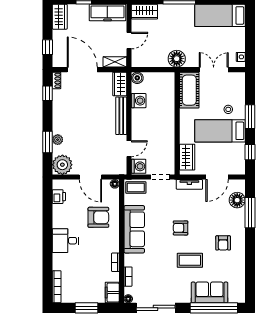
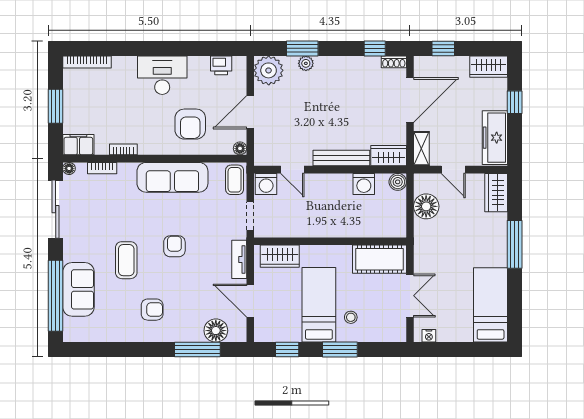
floor lamp: (177, 59) -> (426, 206), moved
desk: (66, 241) -> (162, 75), width x1.37
armchair: (223, 243) -> (152, 310), turned 180

